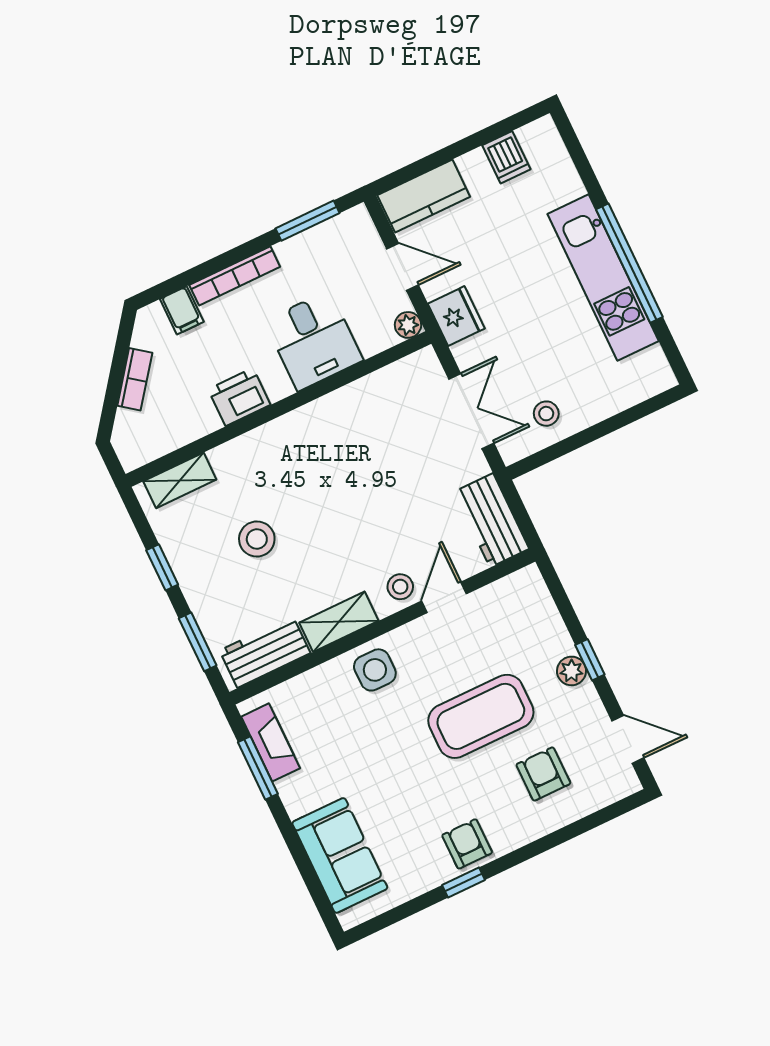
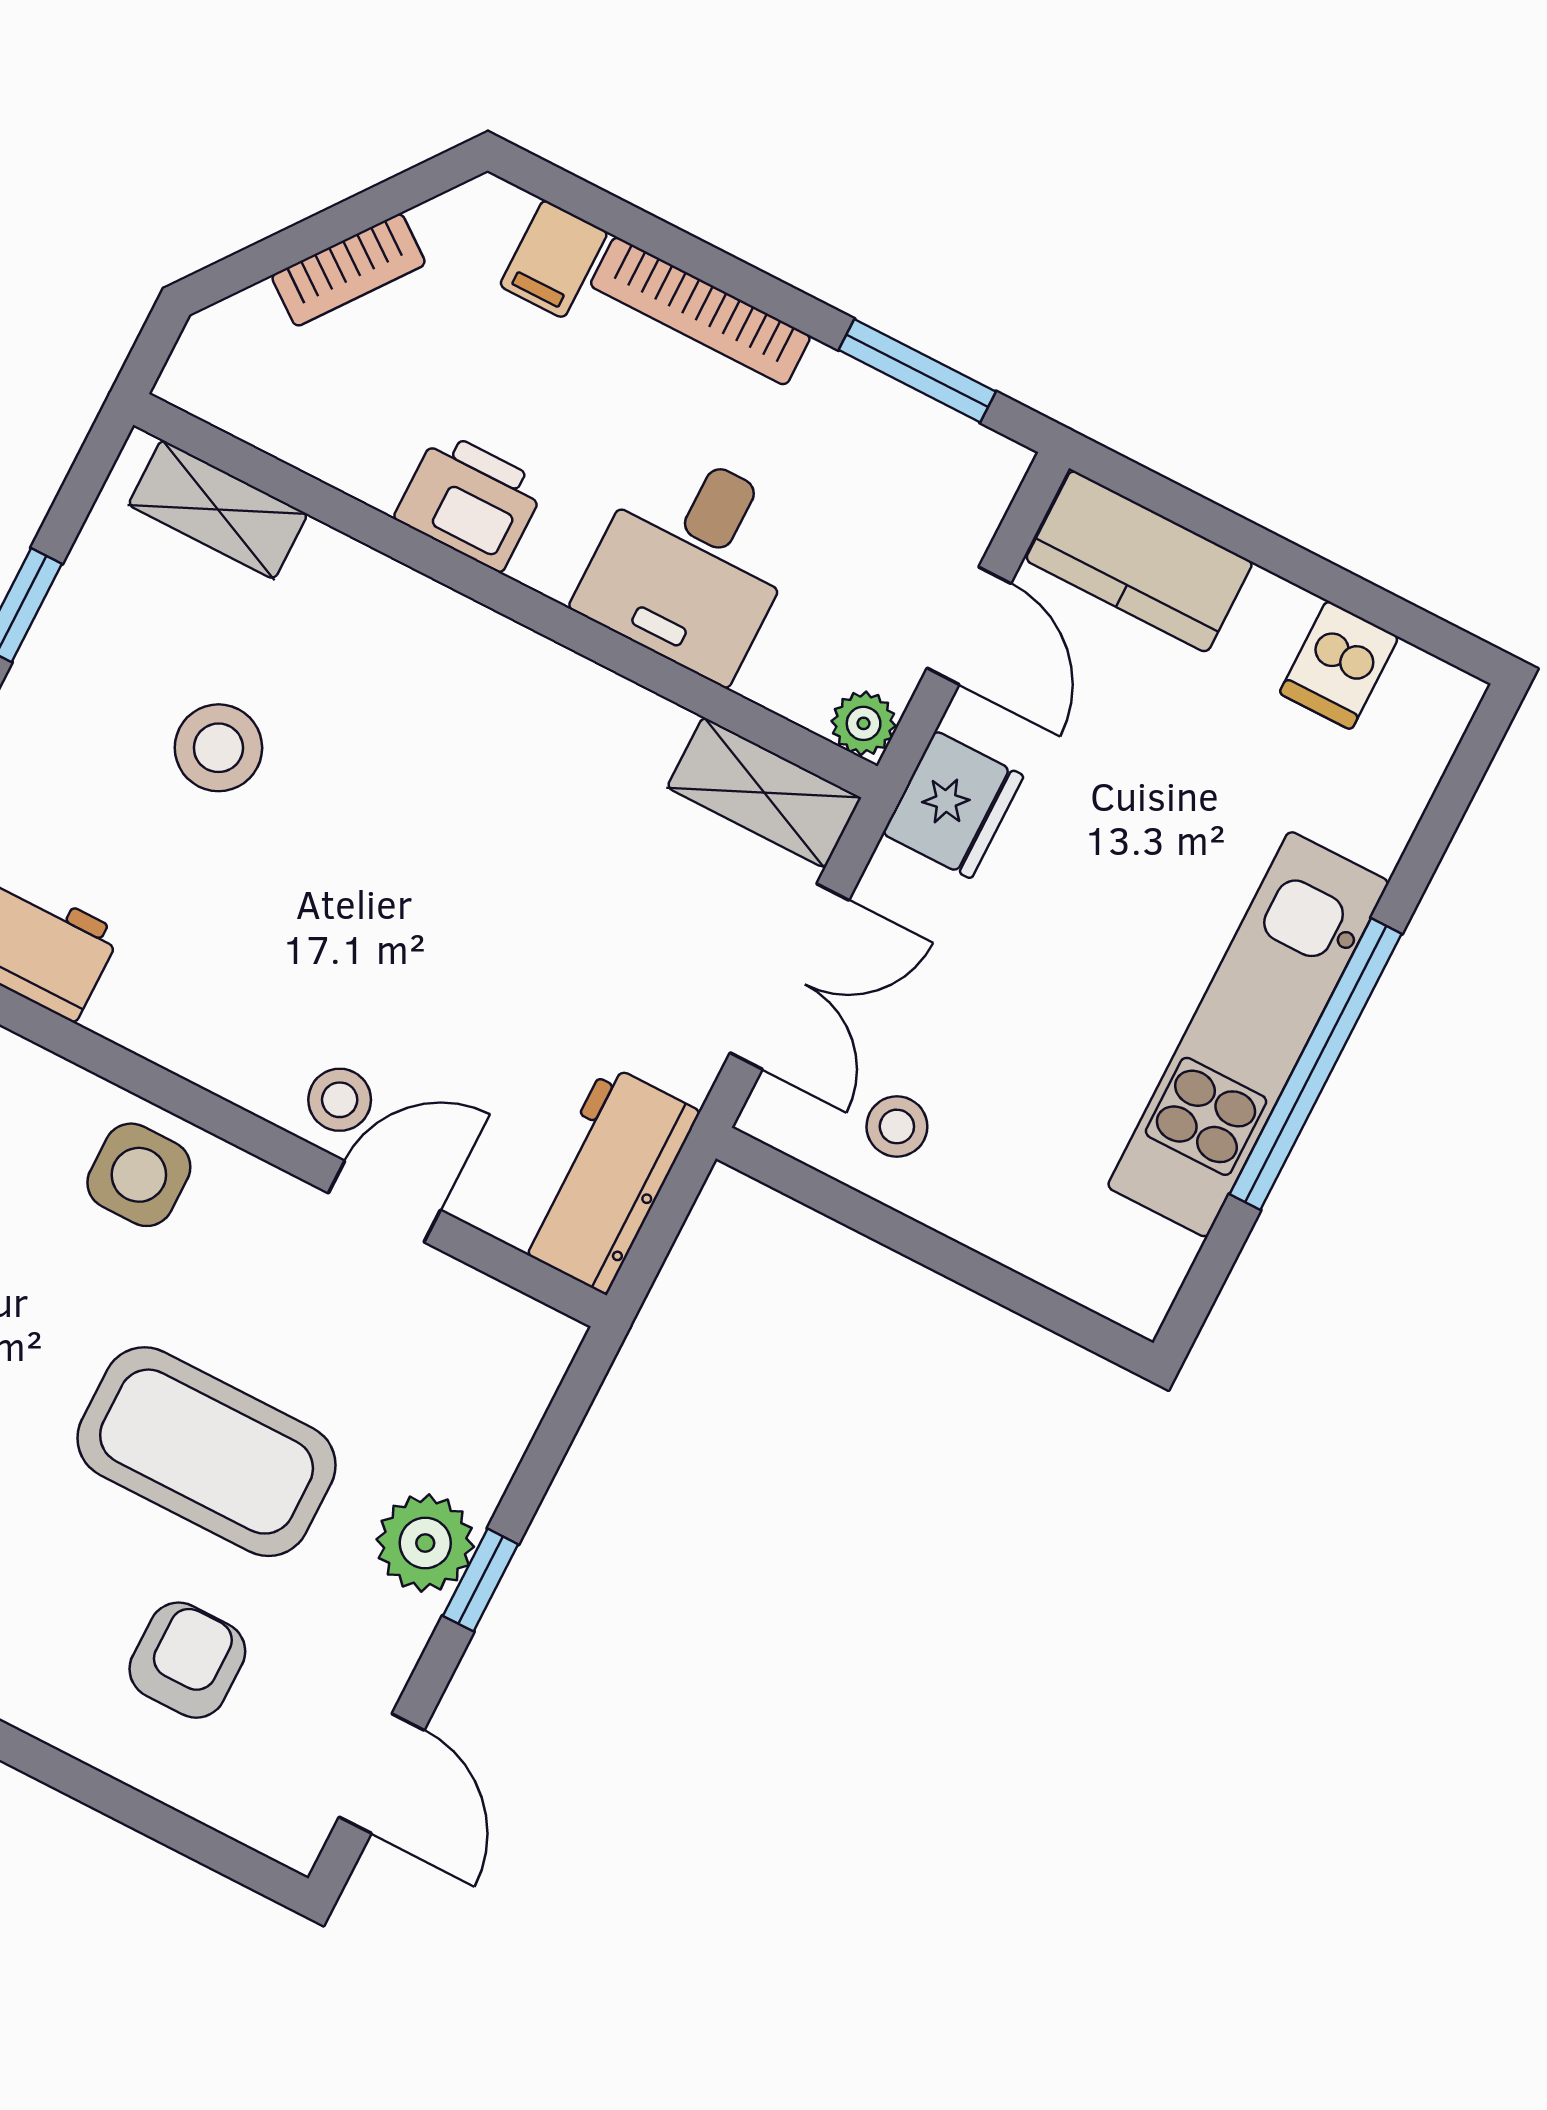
shelving: (339, 622) -> (764, 792), moved
plant: (571, 671) -> (425, 1543), width x1.38, depth x1.38

